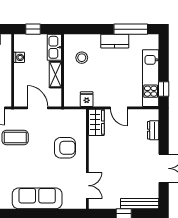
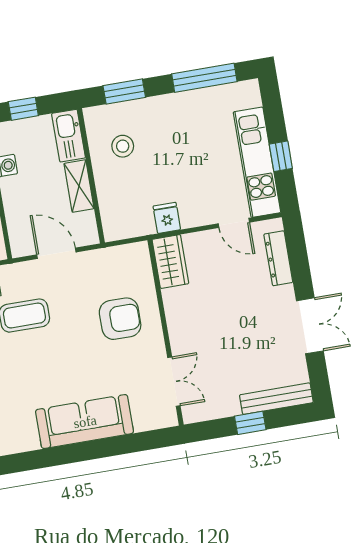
window: (87, 29) -> (124, 91), added
kitchen counter: (115, 41) -> (179, 105), removed
window: (164, 89) -> (281, 156), moved
fridge: (87, 99) -> (167, 218), moved
door: (119, 108) -> (234, 223), moved
dresser: (153, 130) -> (278, 258), width x1.44

